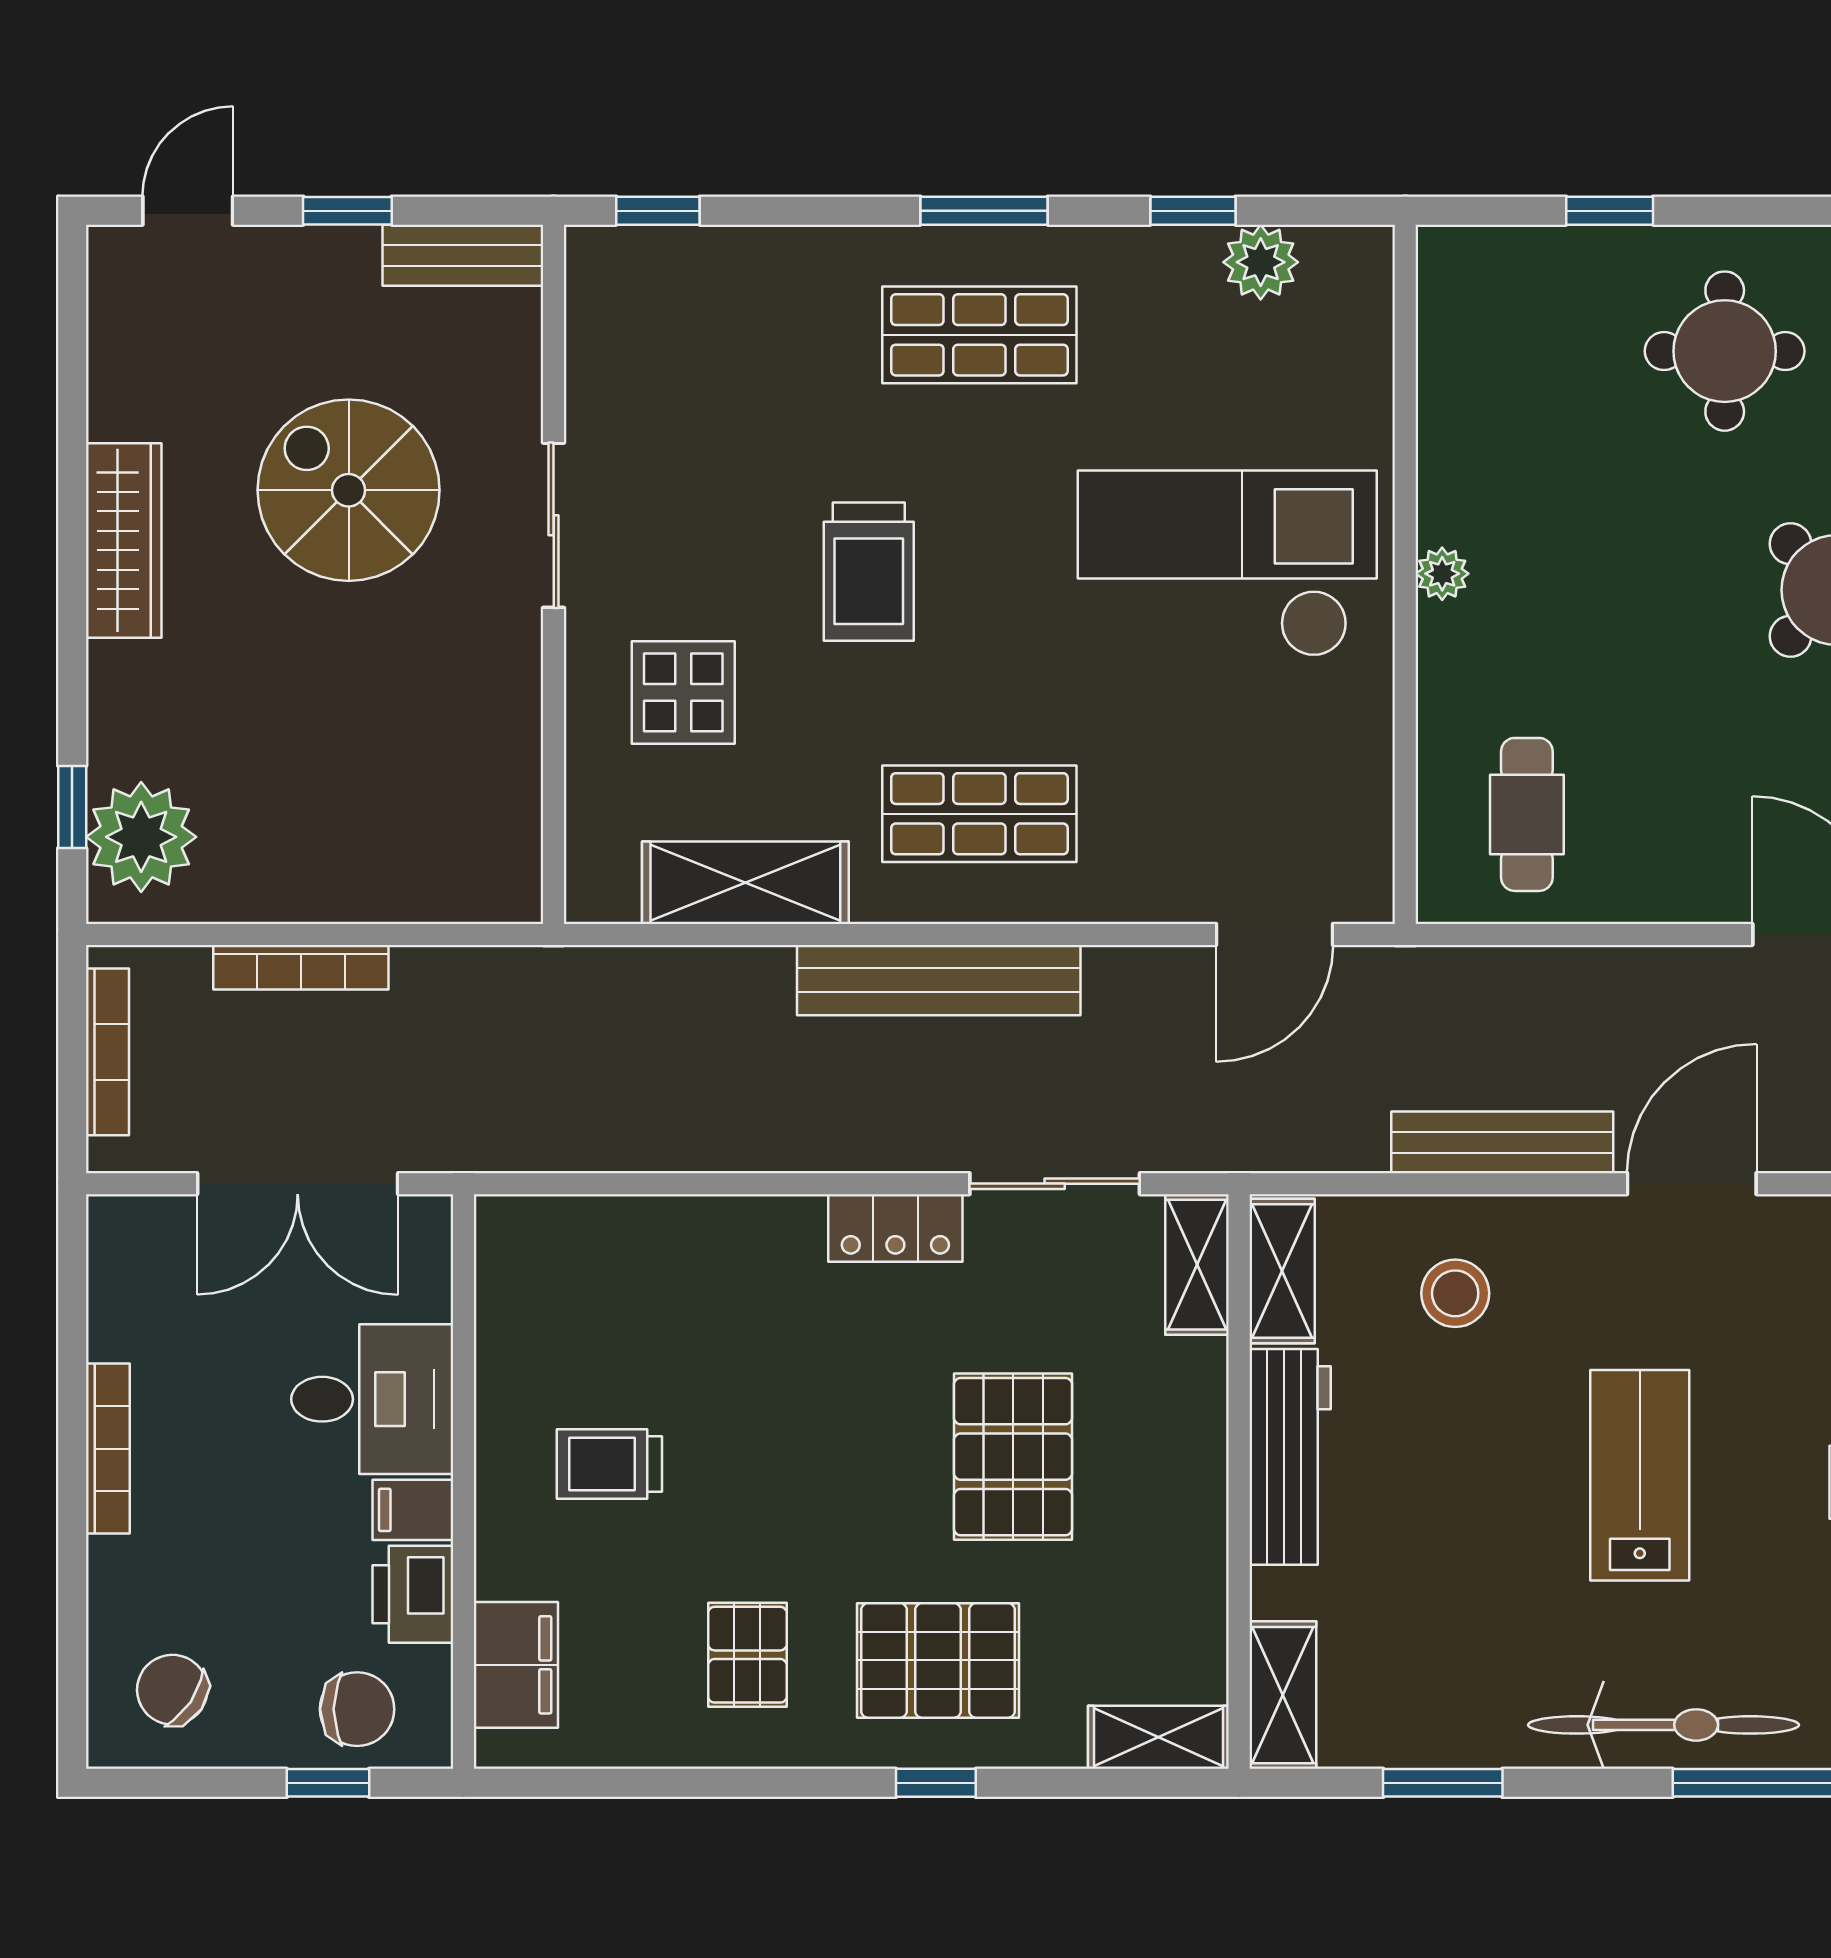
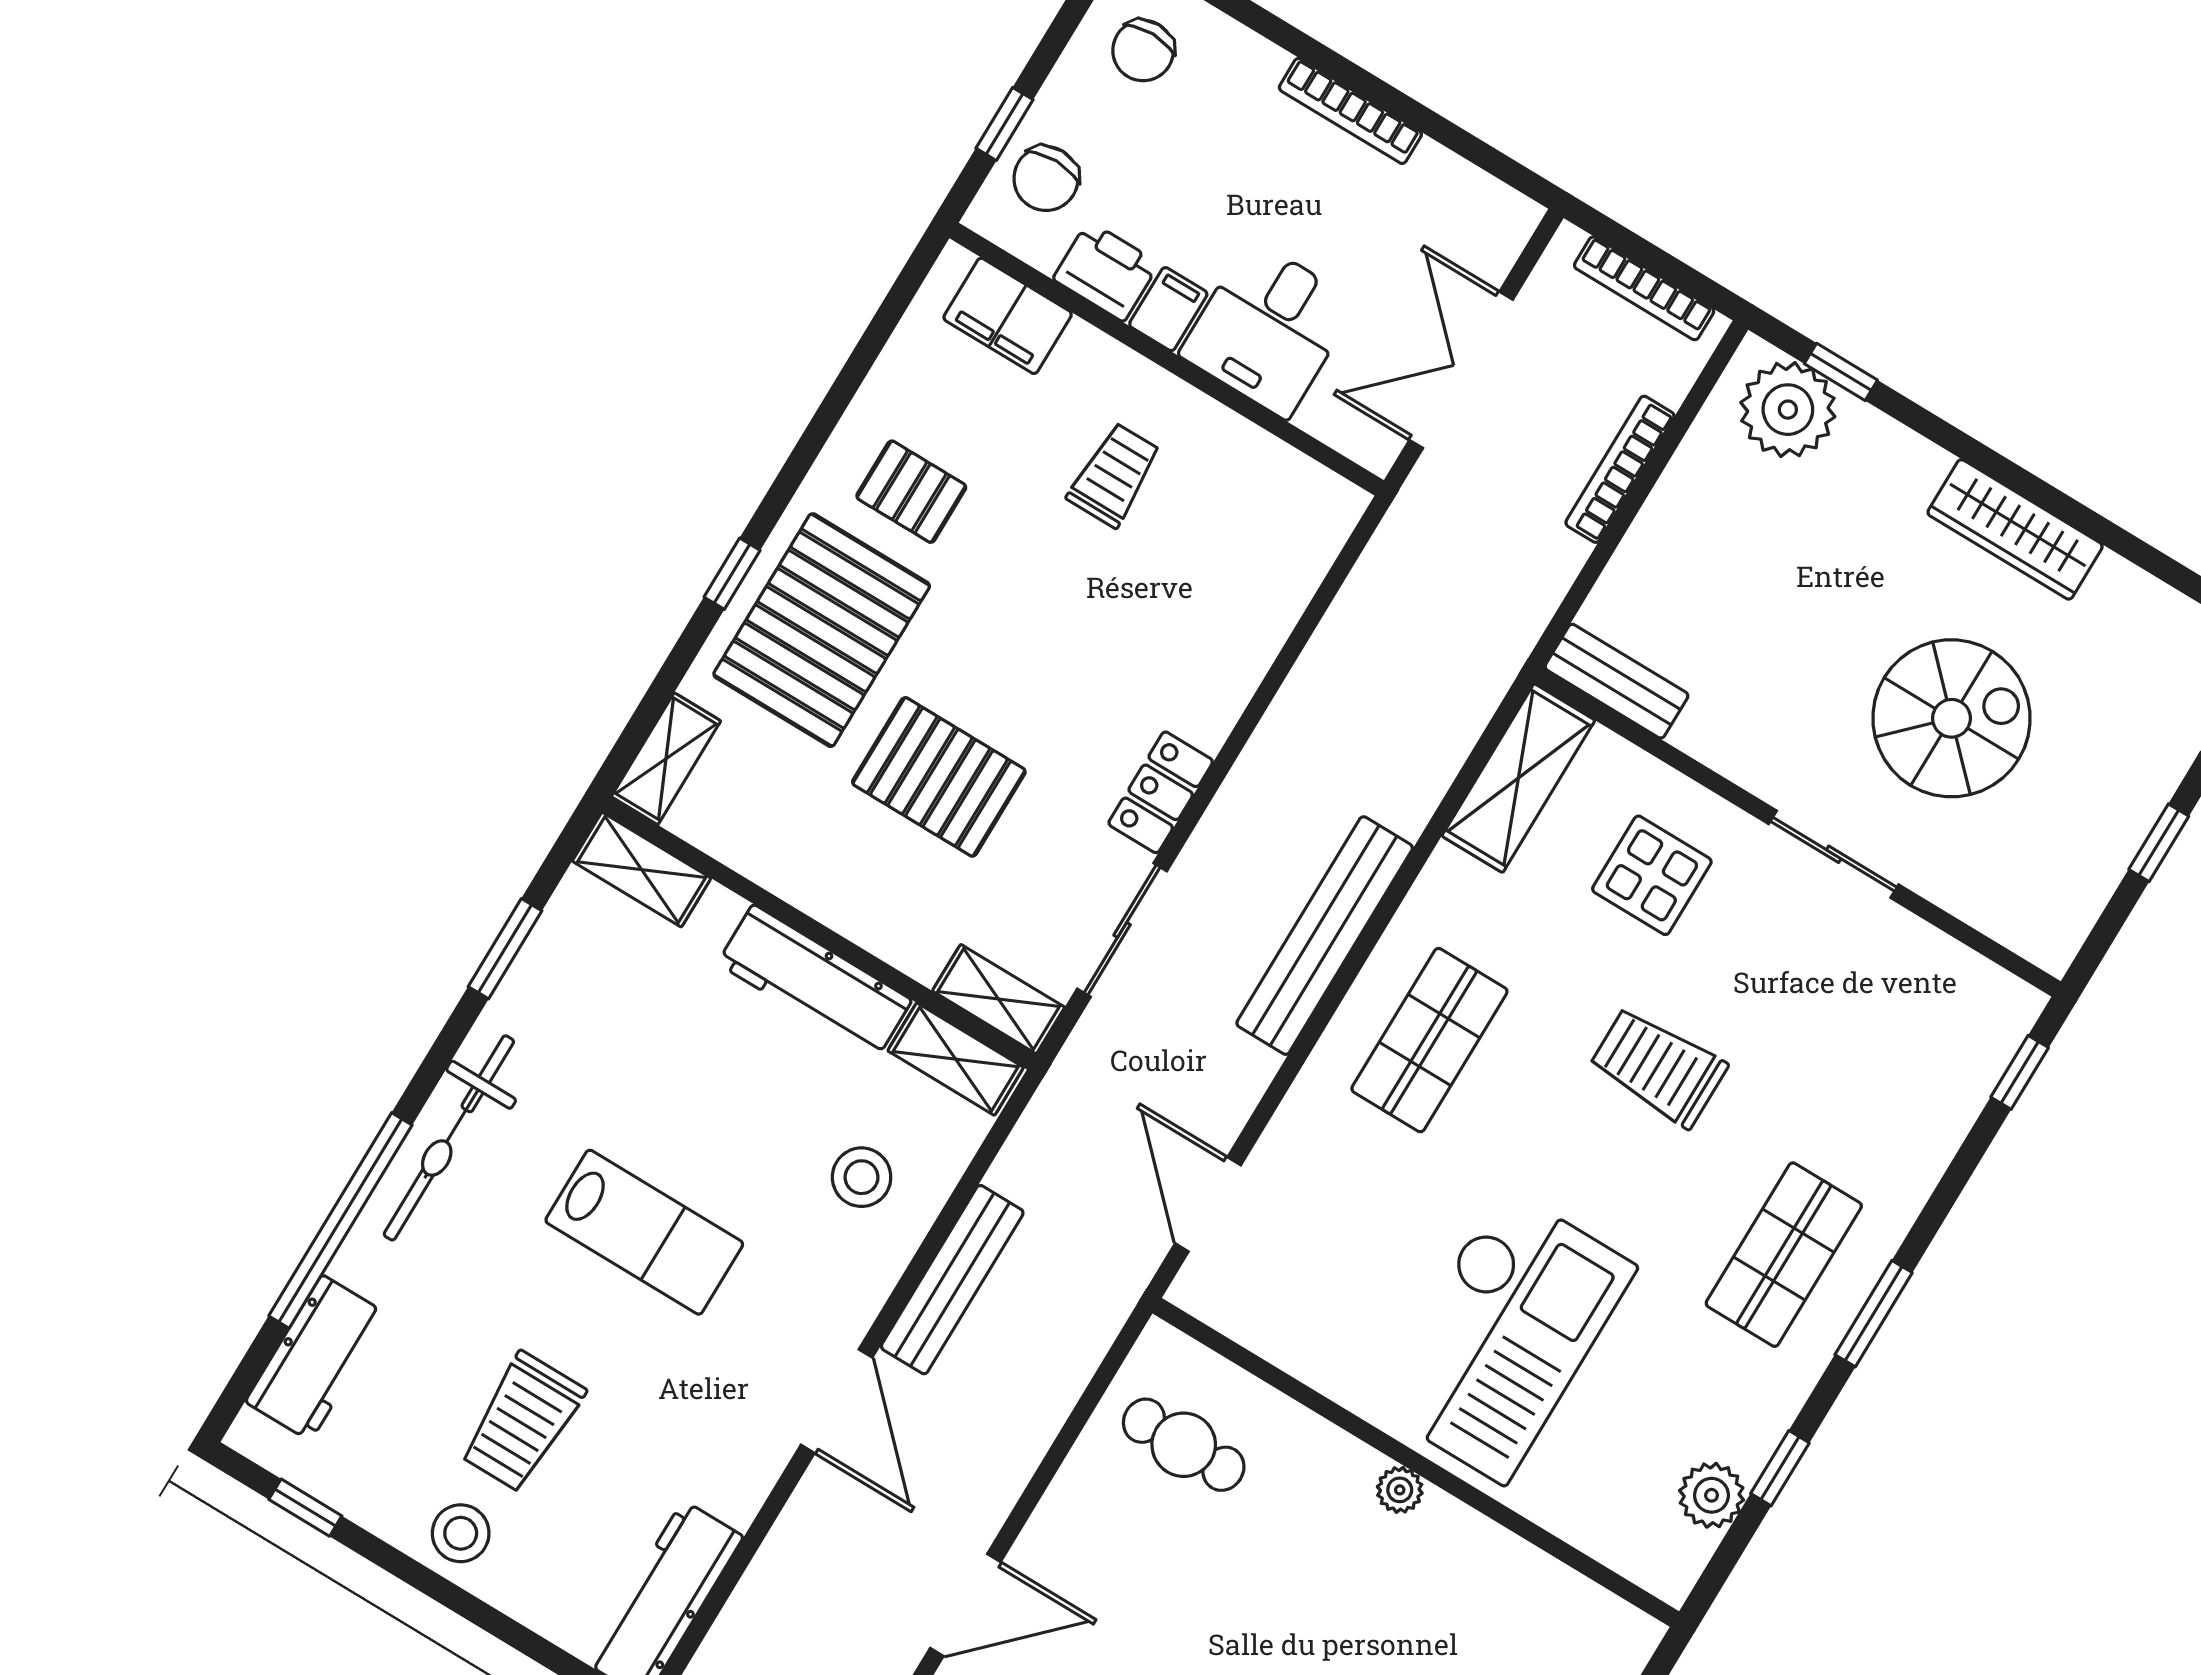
bench: (463, 255) -> (1616, 681), moved, turned 90
shelving: (745, 883) -> (1518, 778), moved
pallet: (938, 1660) -> (822, 630), width x1.37, depth x1.41
chair: (172, 1690) -> (1143, 50), turned 146

